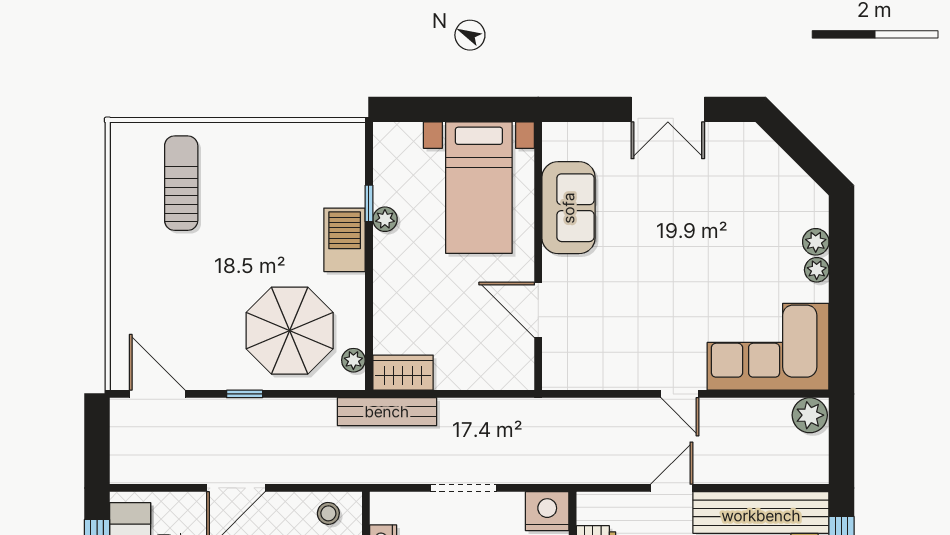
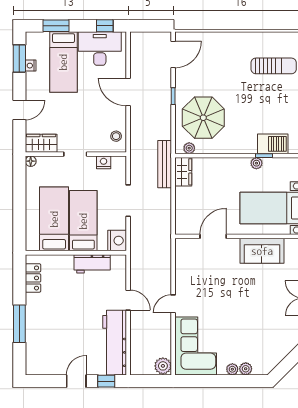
barbecue: (345, 240) -> (273, 144), moved

